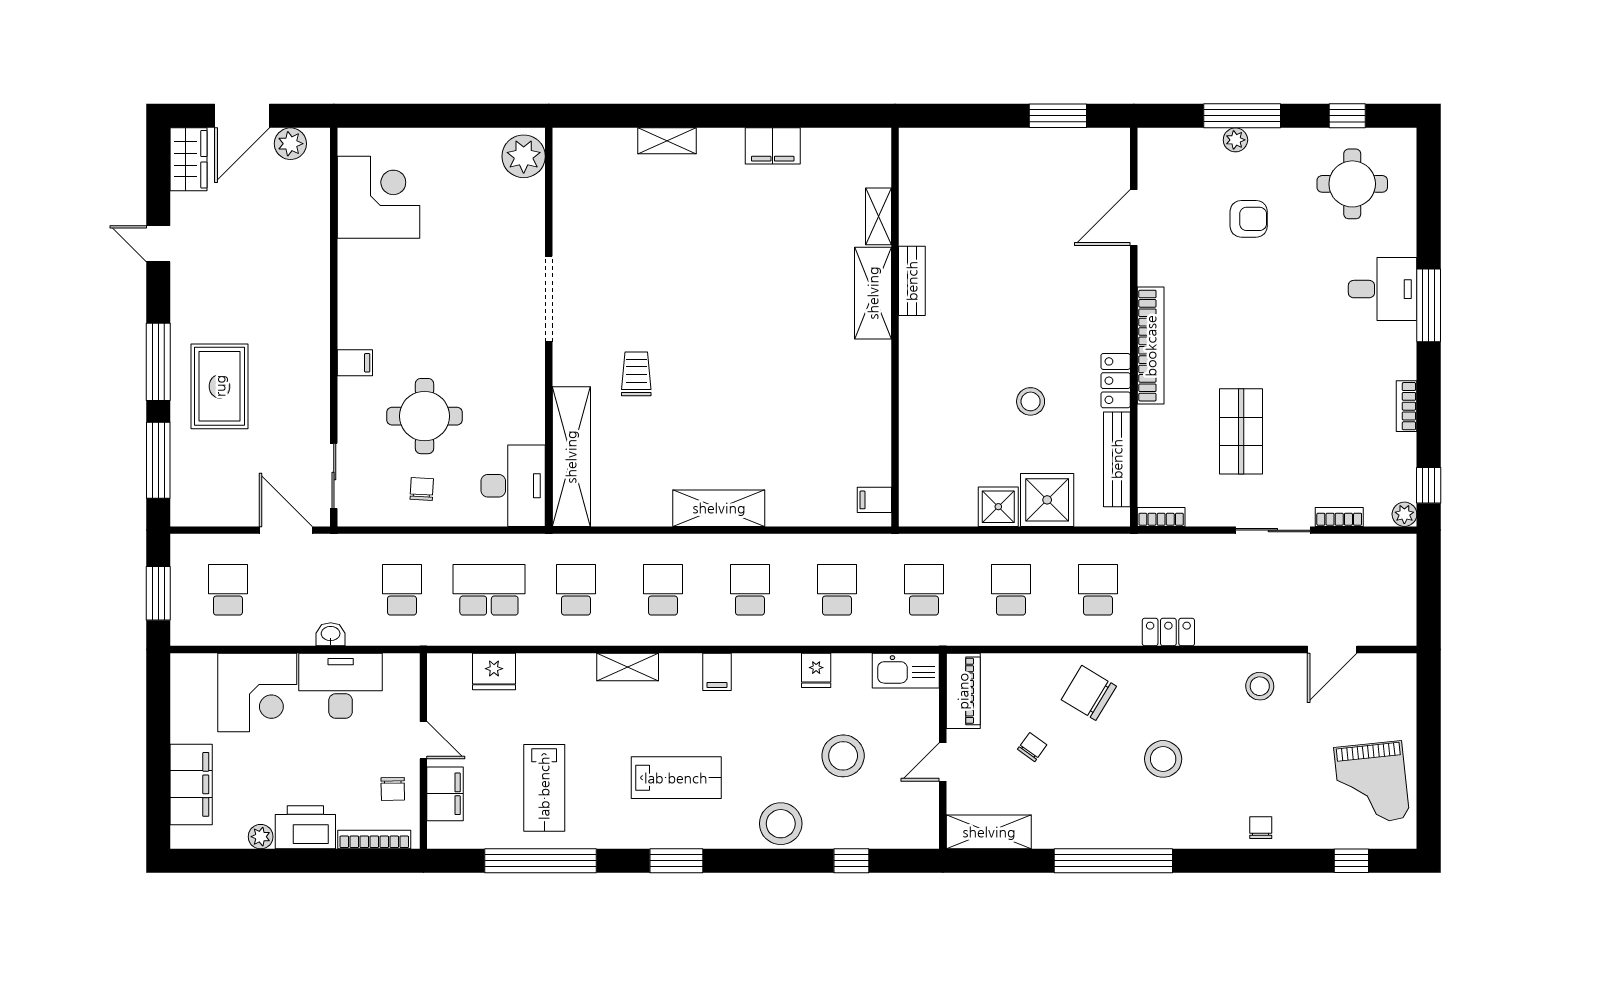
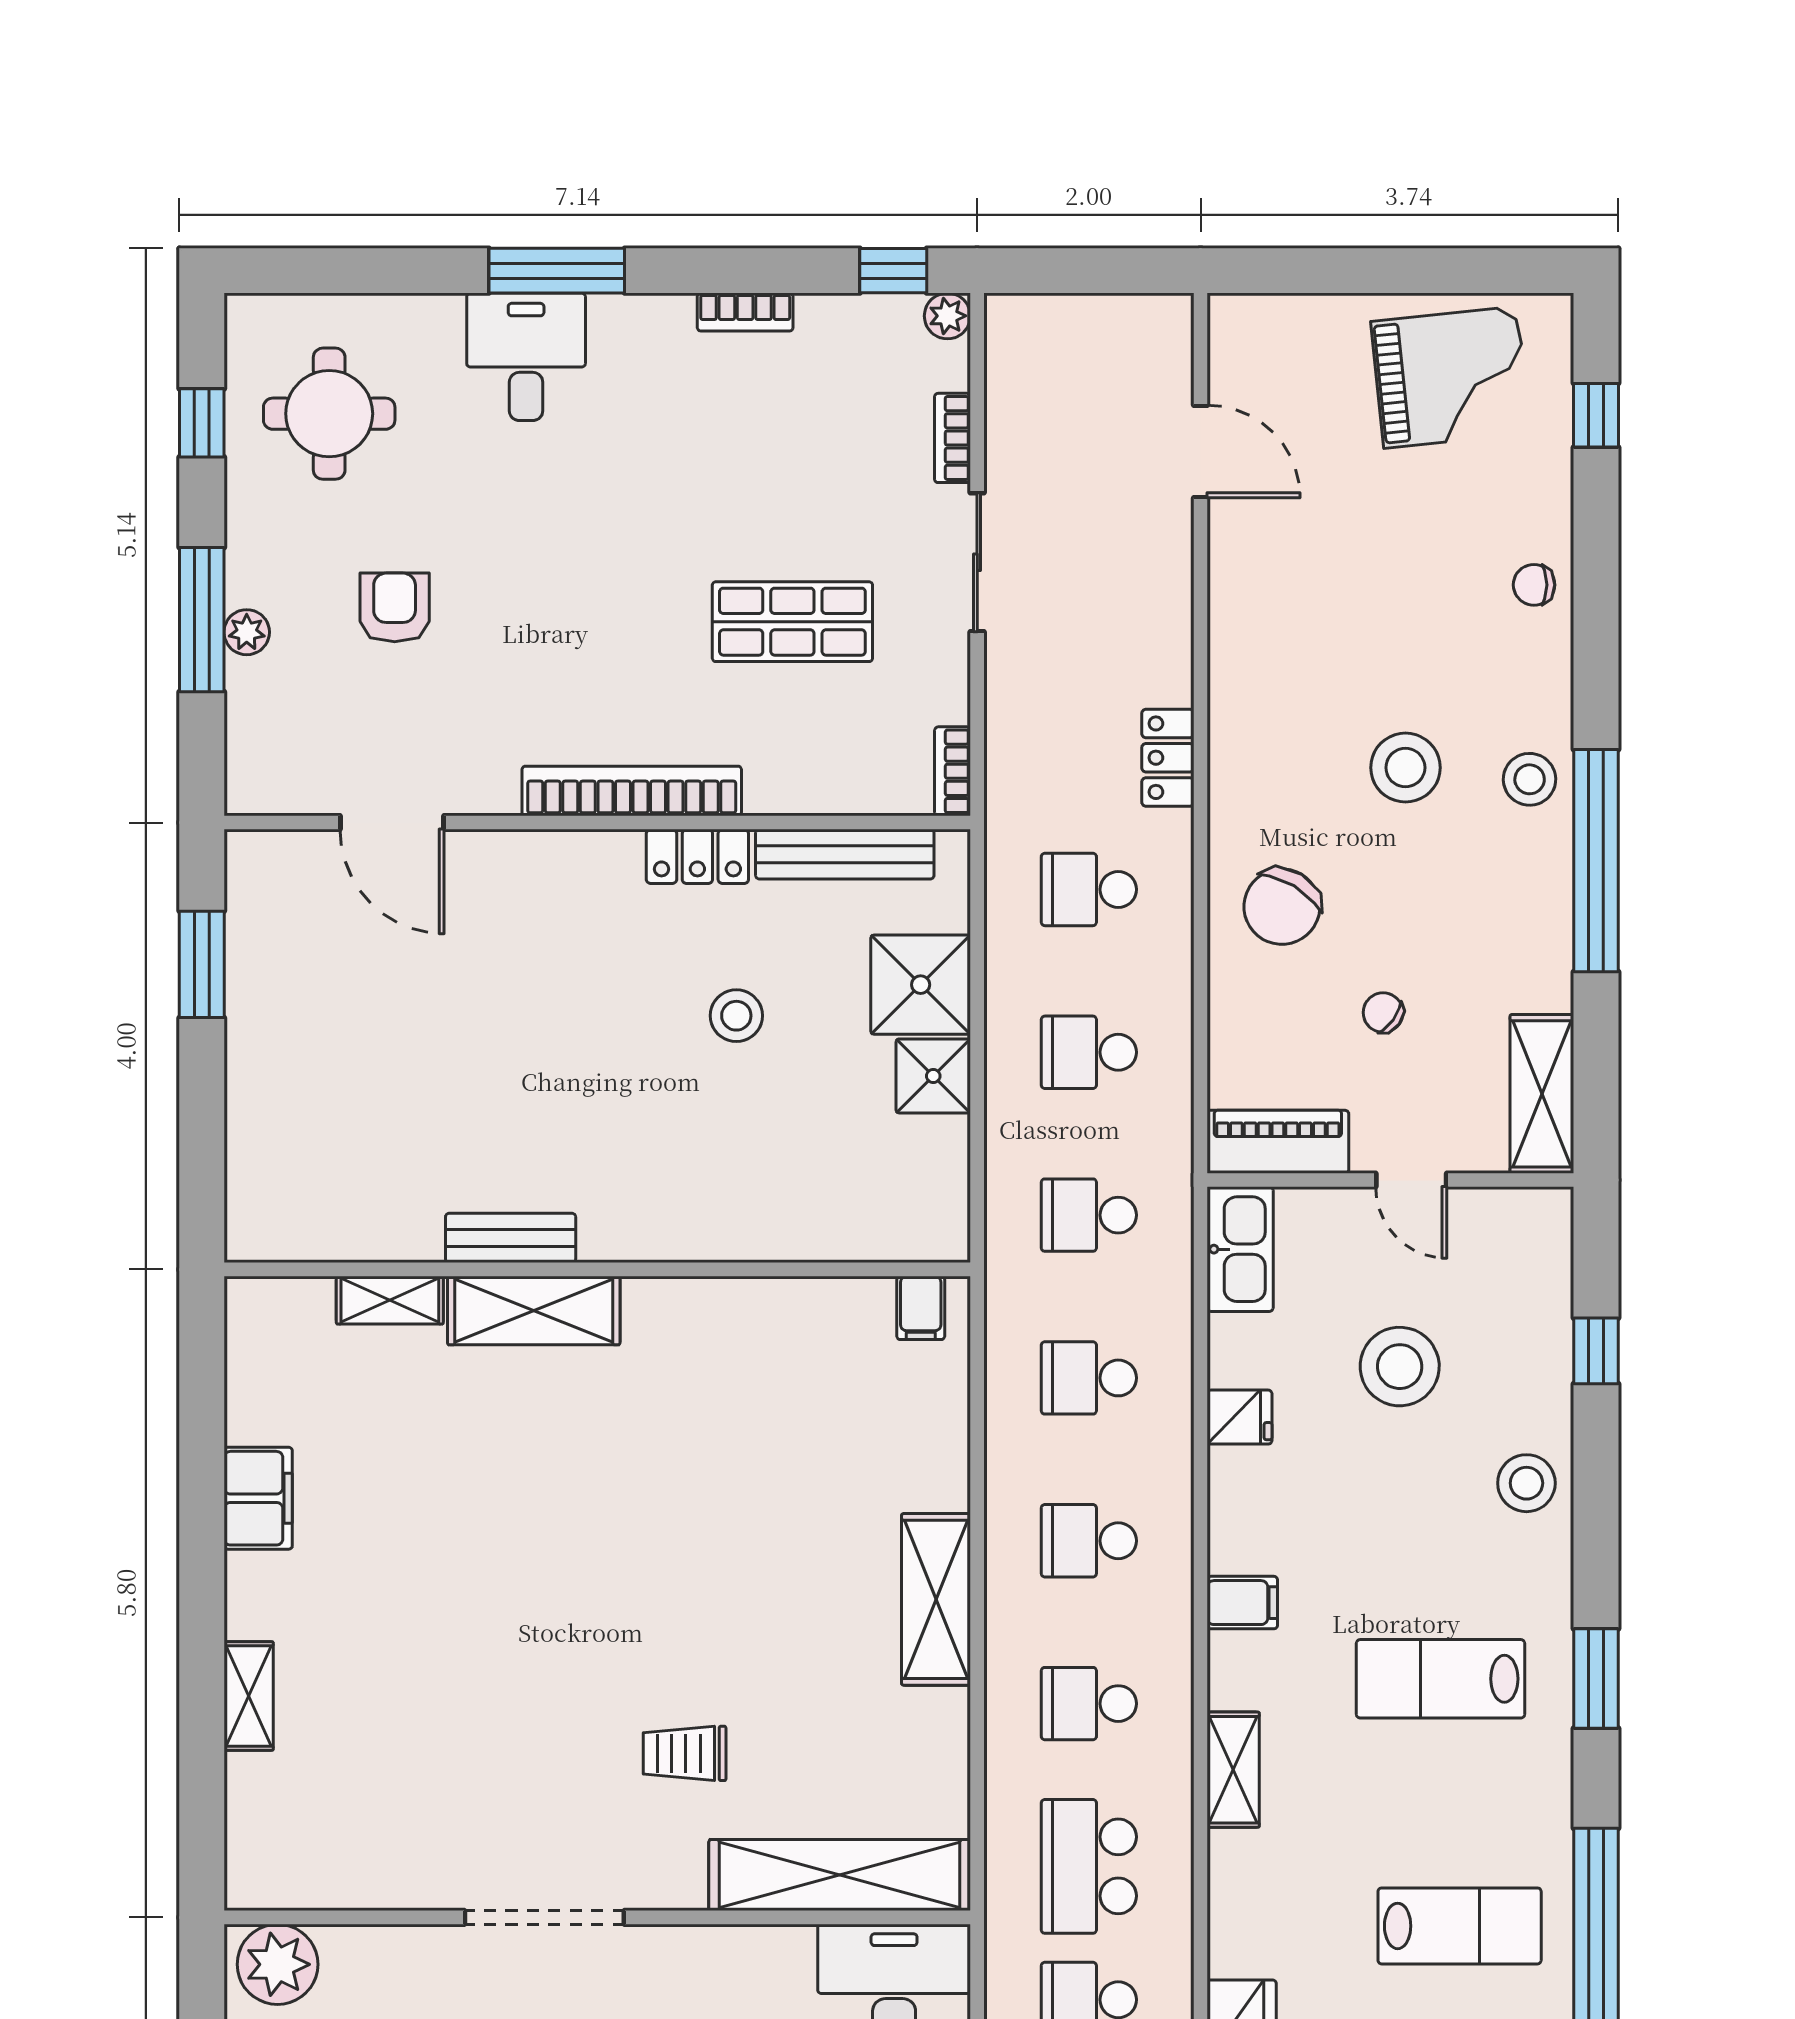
school desk: (576, 590) -> (1089, 1866), width x1.85
stool: (1260, 686) -> (1530, 779), moved
lab bench: (676, 778) -> (1440, 1679), turned -90
stool: (781, 824) -> (1526, 1483), width x0.73, depth x0.73

